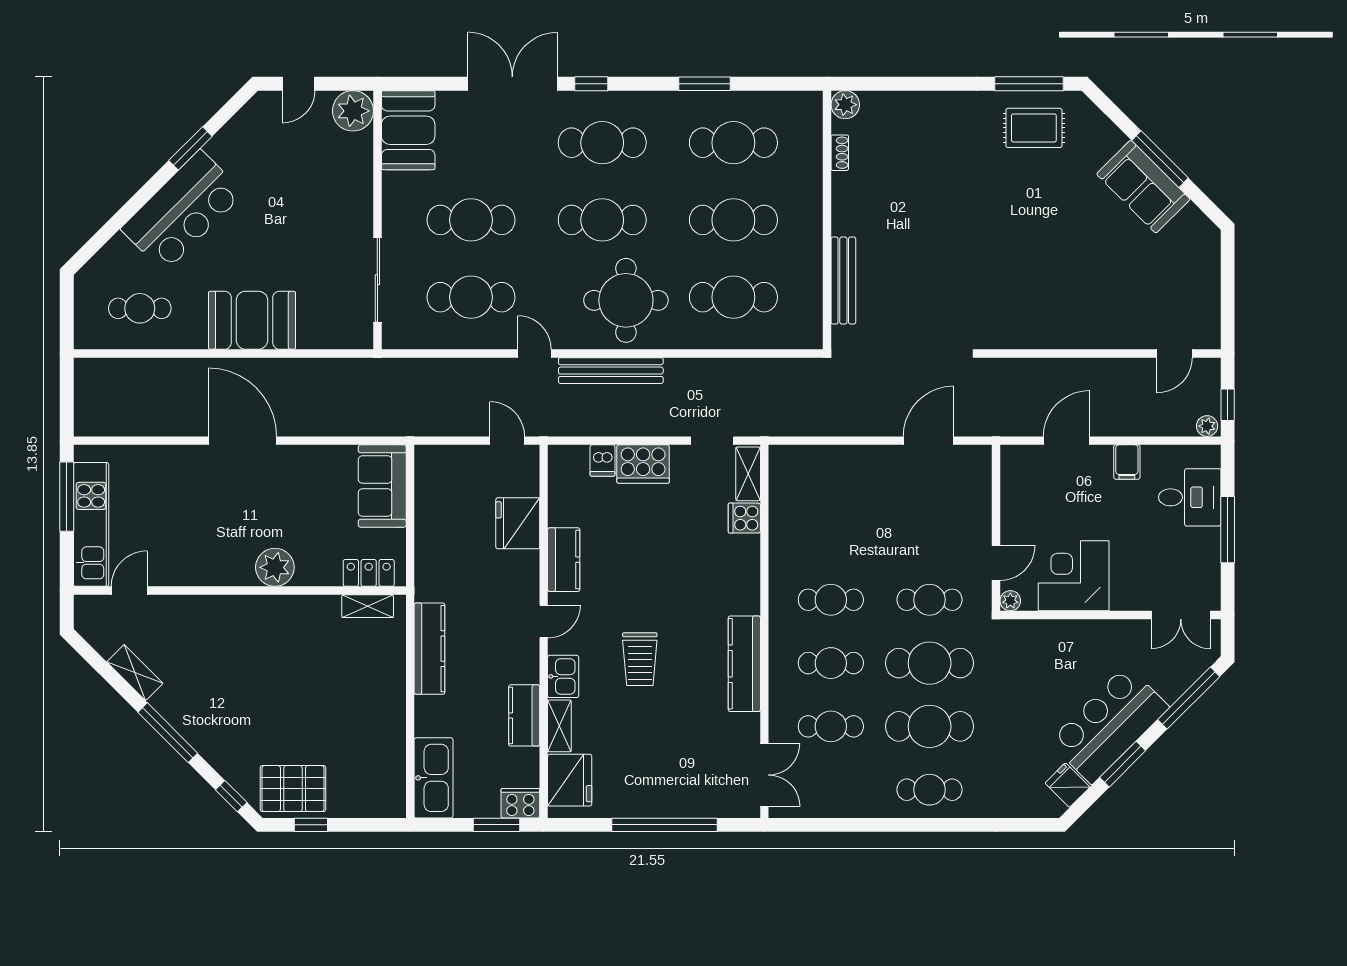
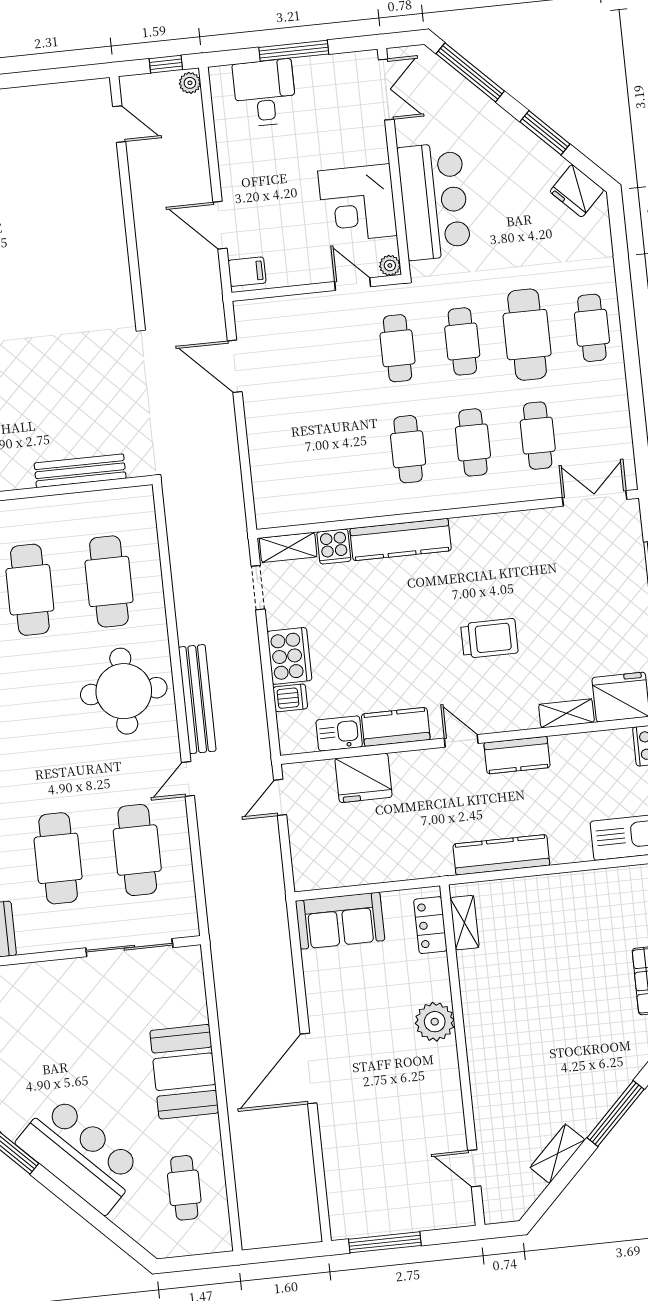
cafe table: (602, 220) -> (44, 724), removed
filing cabinet: (1127, 462) -> (247, 272), moved
kitchen unit: (91, 524) -> (411, 1214), removed
cafe table: (930, 663) -> (462, 341), width x0.73, depth x0.74
kitchen counter: (744, 664) -> (401, 540), moved
kitchen sink: (563, 676) -> (339, 733), moved
kitchen counter: (524, 715) -> (517, 755), moved
bar counter: (1109, 724) -> (434, 201), moved, turned -135
fridge: (1067, 785) -> (577, 191), width x1.38

